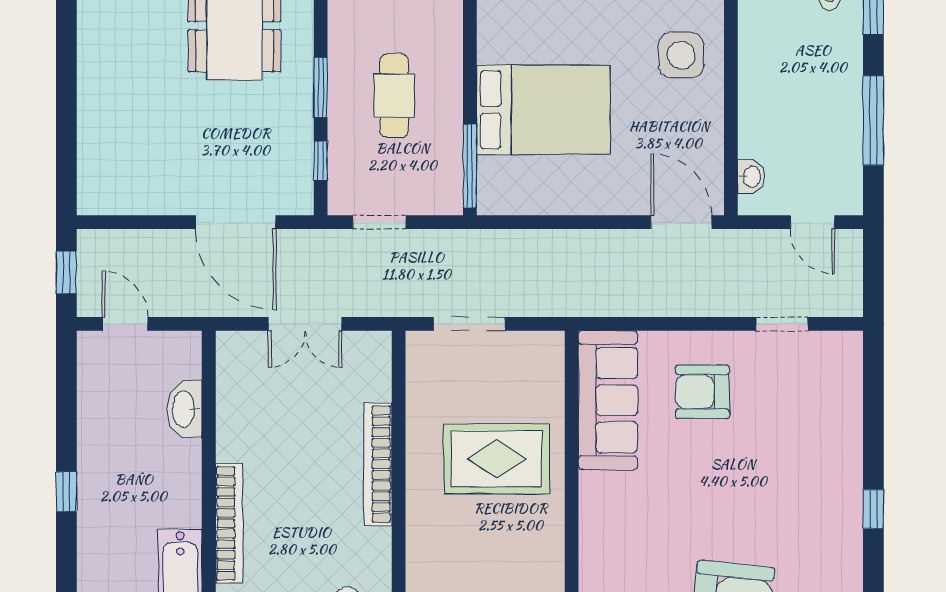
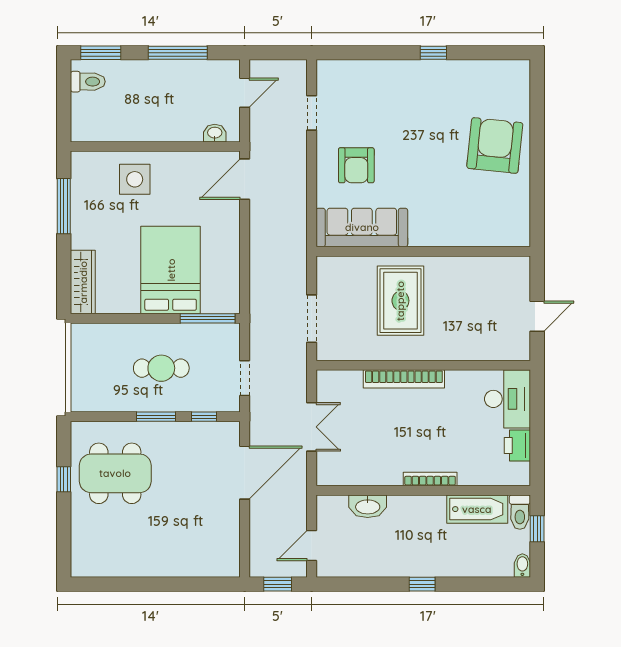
bookcase: (229, 523) -> (430, 479), width x0.68, depth x0.76

